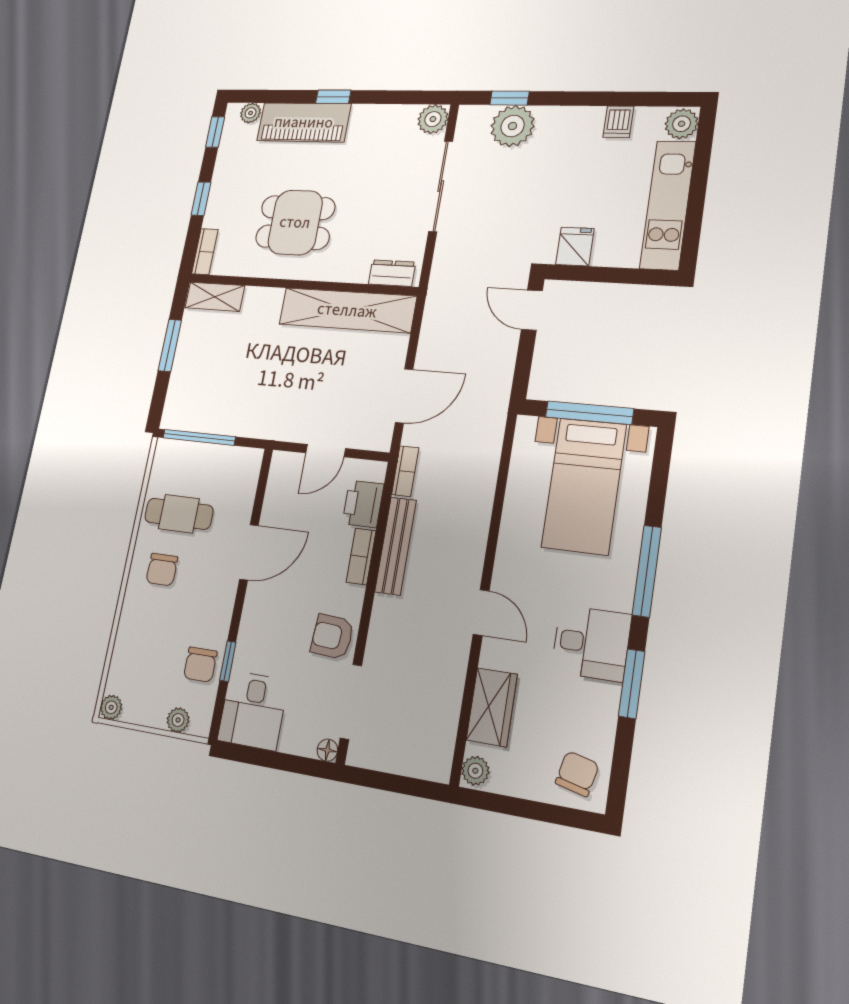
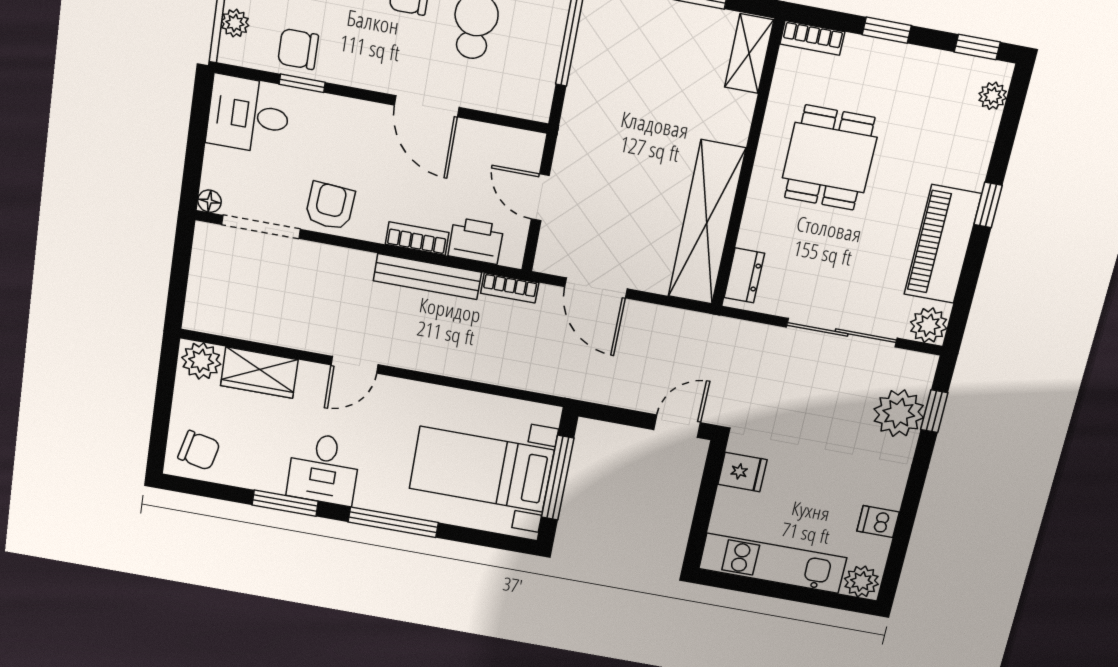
piano: (304, 122) -> (943, 244), moved
plant: (475, 771) -> (201, 361), width x1.38, depth x1.38

